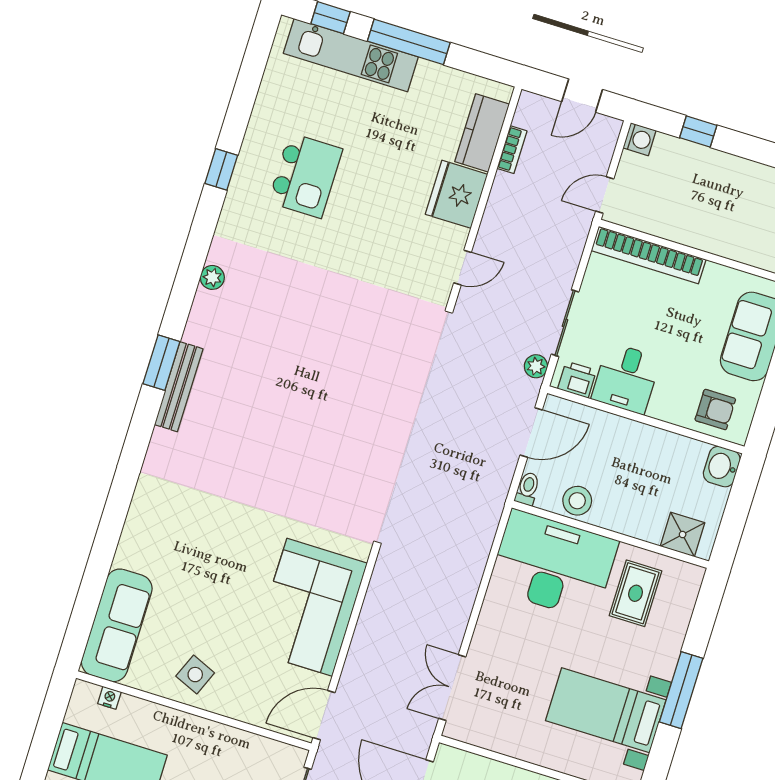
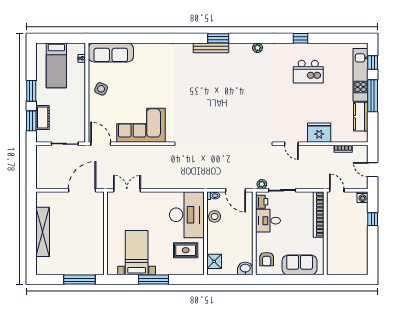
kitchen counter: (482, 133) -> (361, 117), moved, turned -90

